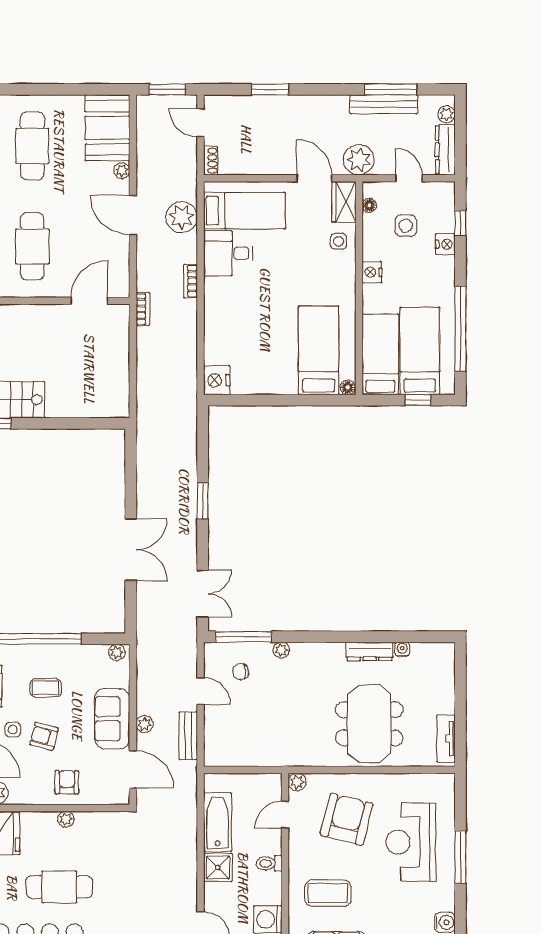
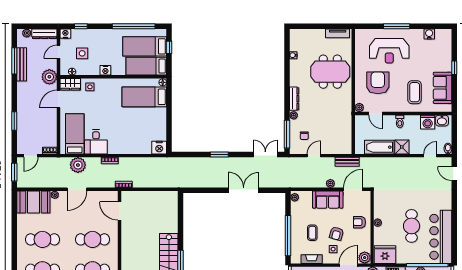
nightstand: (445, 244) -> (65, 34), moved
dresser: (370, 651) -> (294, 99), moved
bench: (188, 736) -> (347, 162), moved
armchair: (347, 819) -> (378, 83), turned 76

